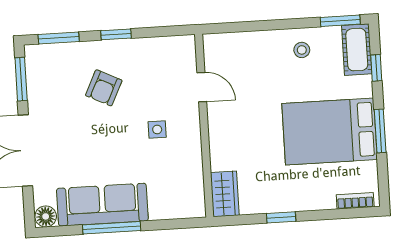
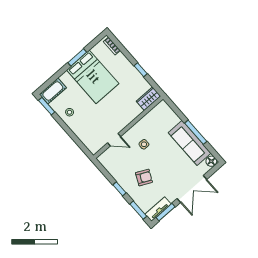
window: (376, 68) -> (54, 78), removed
tv unit: (36, 71) -> (158, 209), added
door: (202, 87) -> (114, 140), swing flipped

